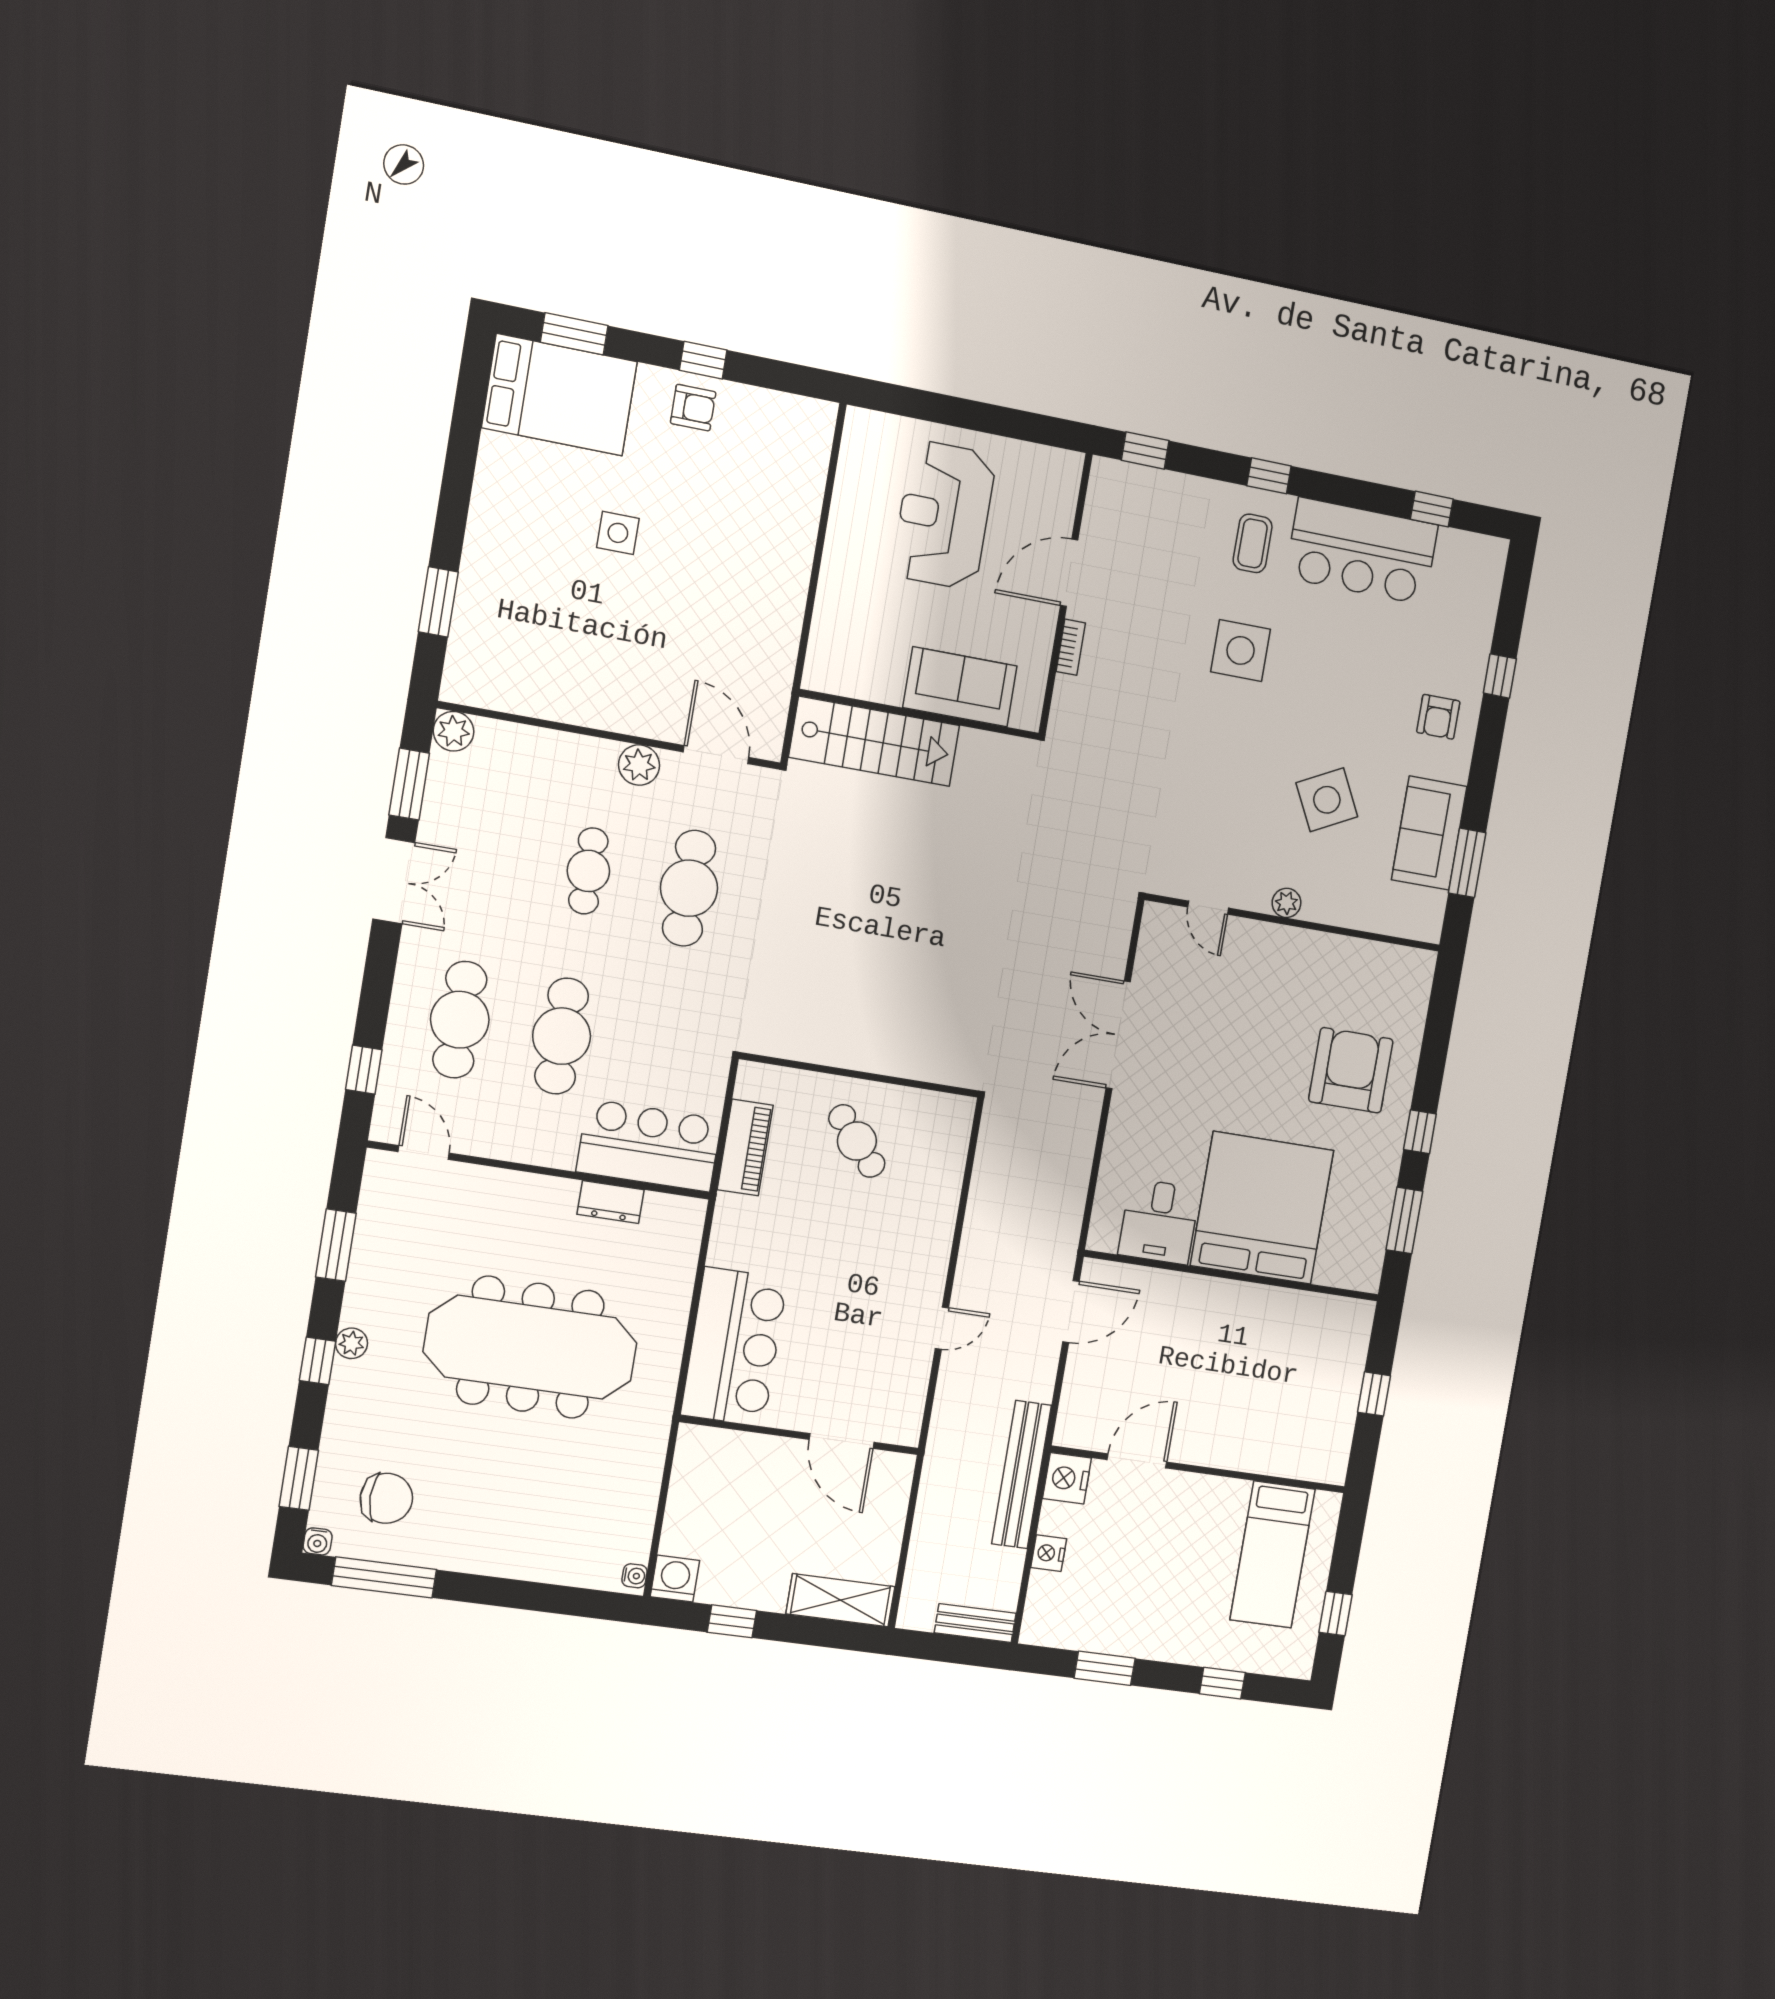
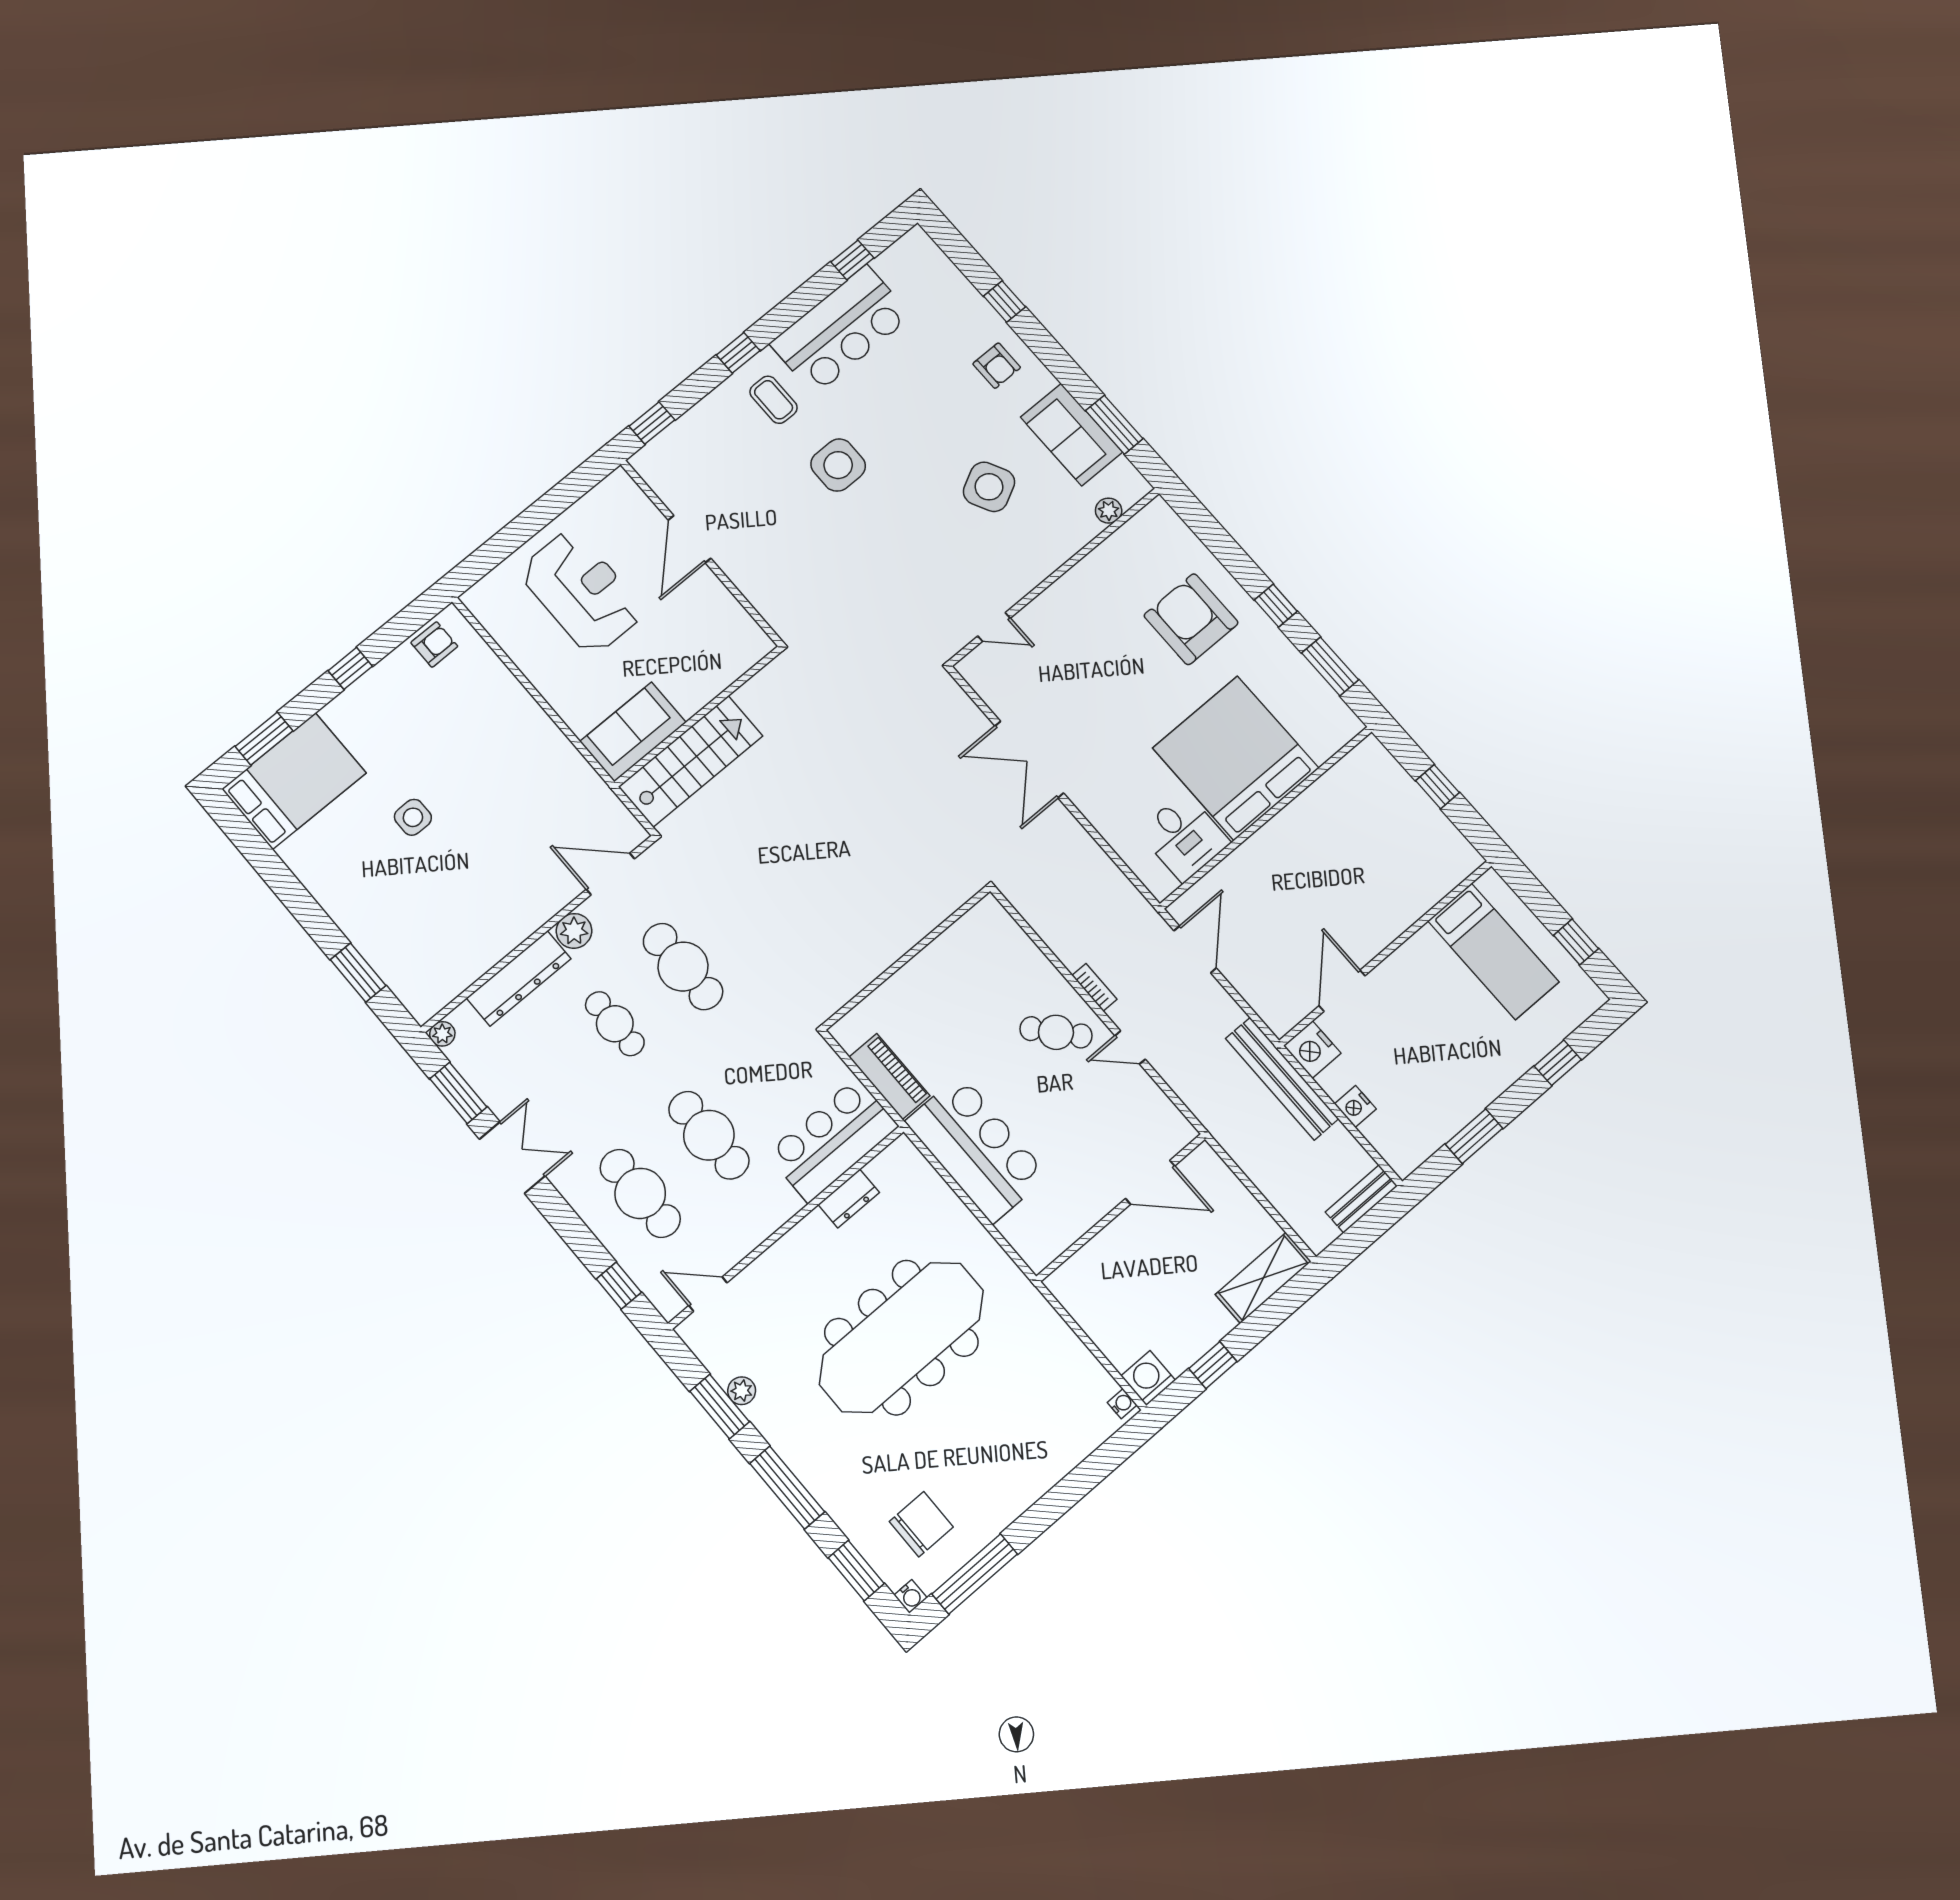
armchair: (693, 408) -> (434, 644), moved
reception desk: (944, 515) -> (582, 592), turned 180
bookcase: (1071, 647) -> (1095, 987), moved
sofa: (960, 687) -> (633, 732), moved
plant: (453, 731) -> (442, 1034), width x0.73, depth x0.73
dresser: (556, 751) -> (519, 978), added
plant: (1286, 903) -> (1109, 511), moved
cafe table: (857, 1141) -> (1056, 1032), moved
door: (942, 1328) -> (1130, 1047), swing flipped
plant: (352, 1343) -> (742, 1391), moved
bar counter: (734, 1347) -> (977, 1149), moved
window: (317, 1361) -> (787, 1488), width x2.17

